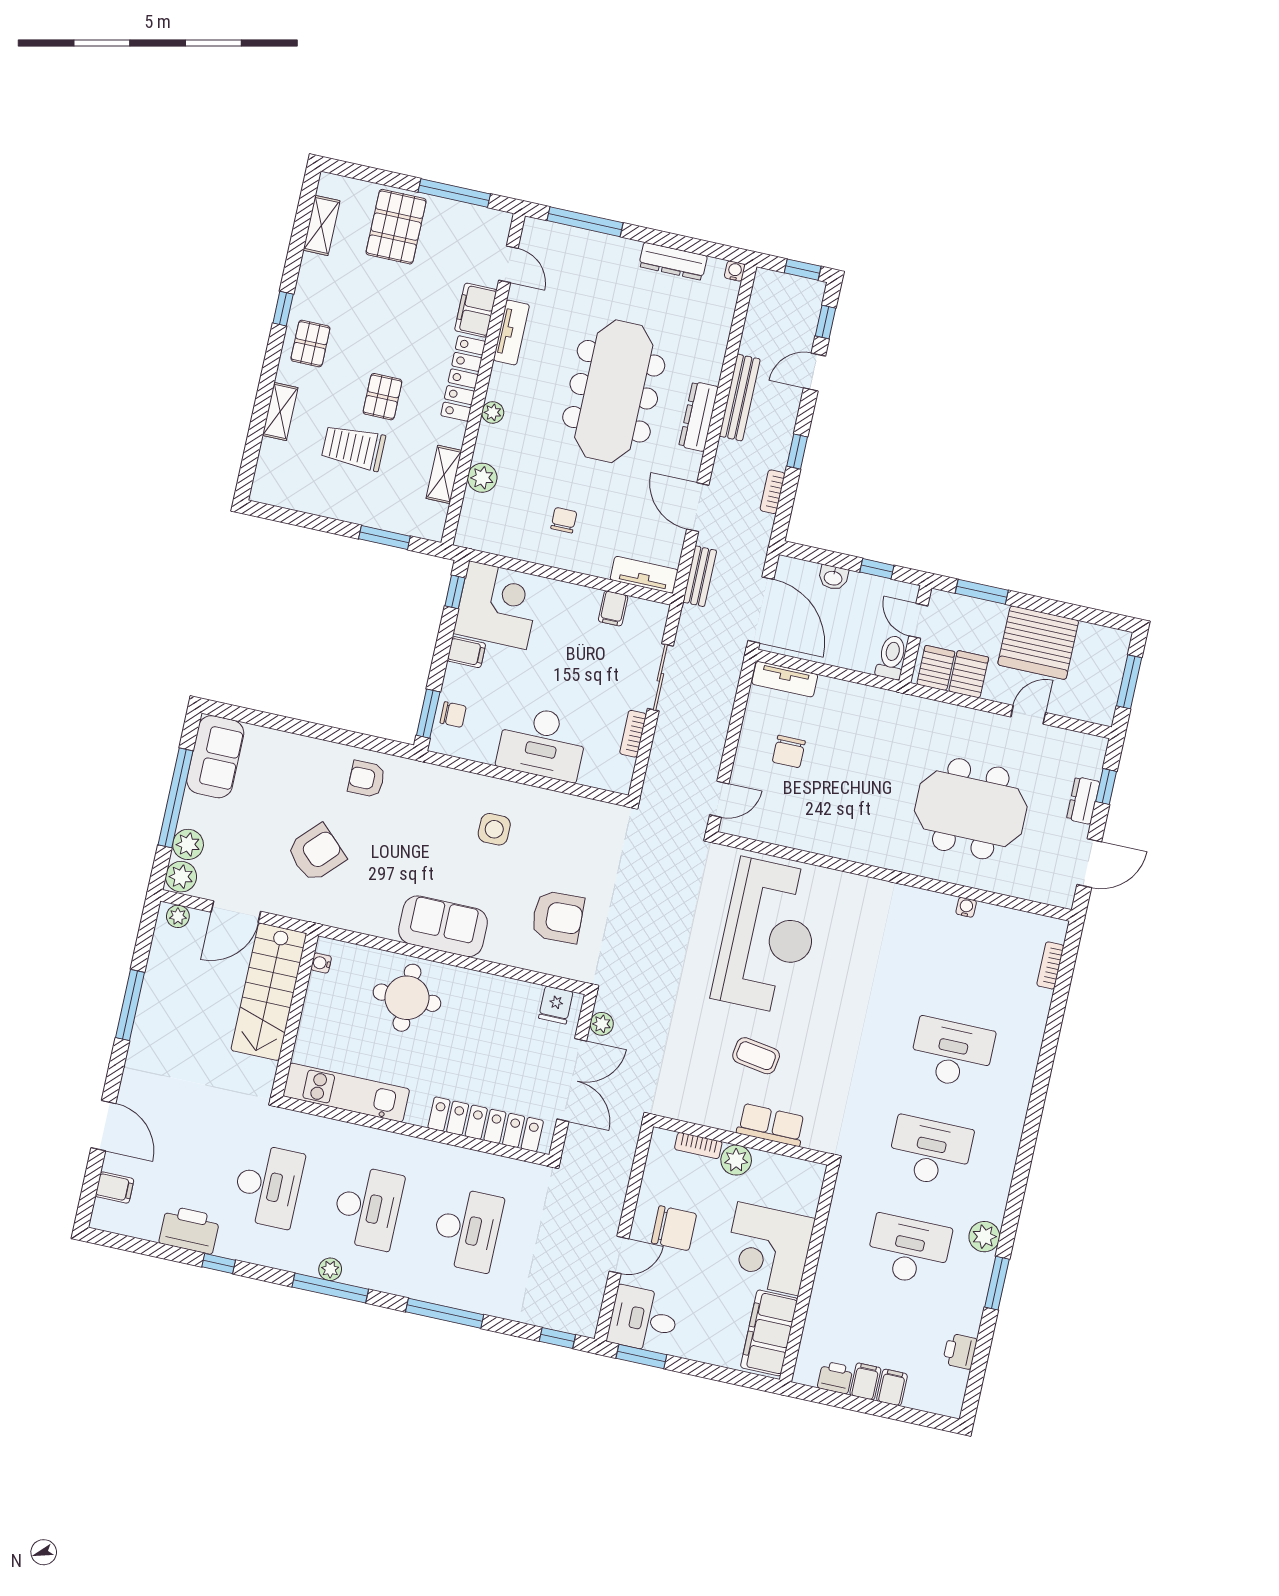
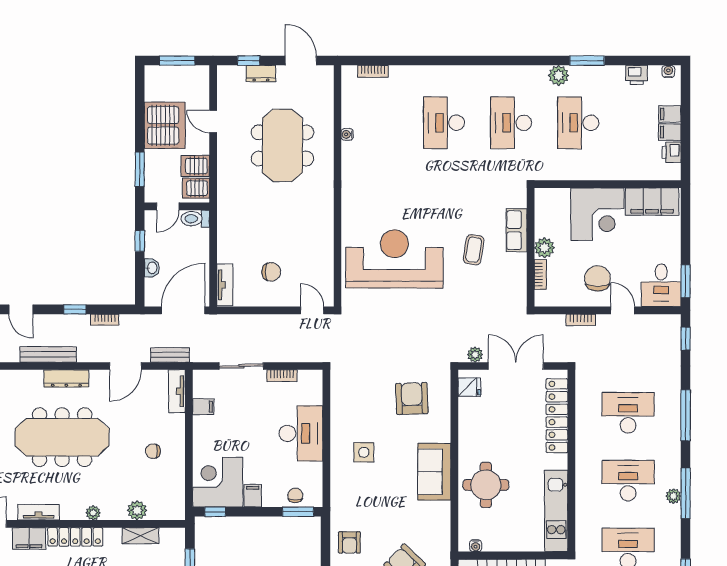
bookcase: (619, 1190) -> (581, 320), added
water cooler: (955, 1399) -> (668, 71), added

